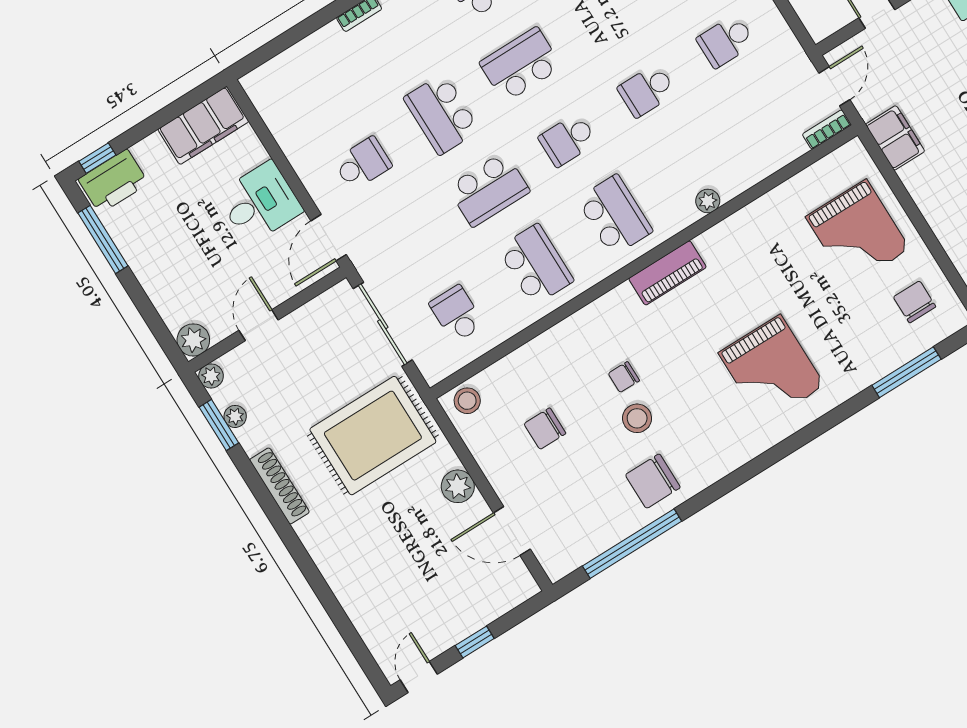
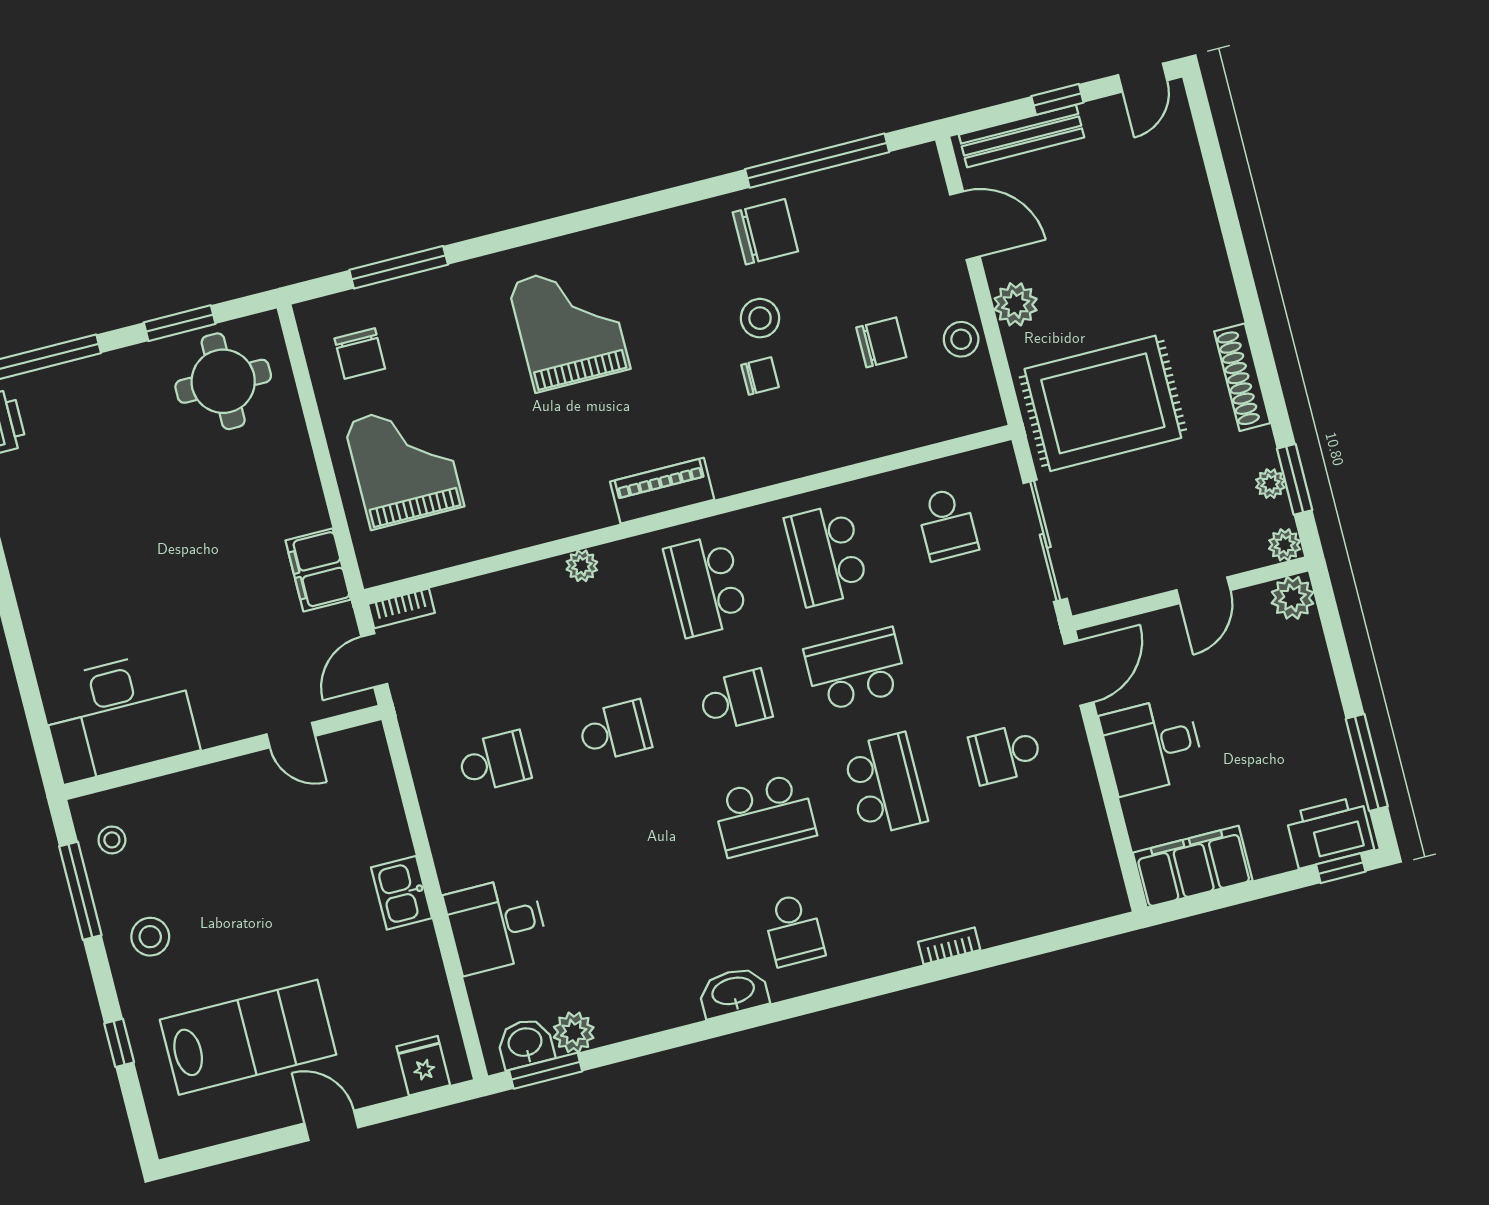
stool: (467, 401) -> (961, 339), moved
bench: (492, 608) -> (1022, 136), added

